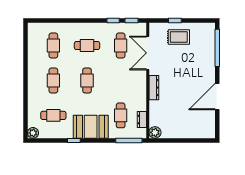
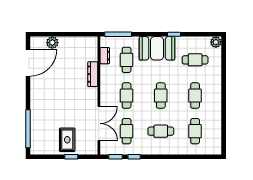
rug: (179, 37) -> (67, 140), turned 90
cafe table: (121, 80) -> (127, 95), added
dresser: (154, 88) -> (93, 74), moved
door: (217, 97) -> (28, 63), moved
plant: (155, 132) -> (52, 43), moved

